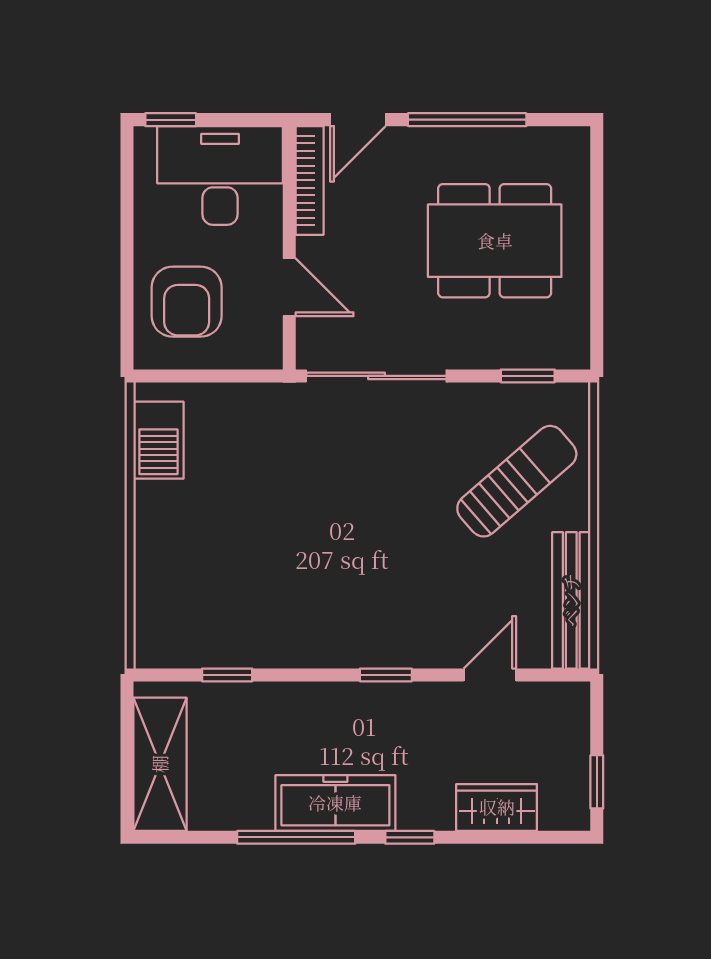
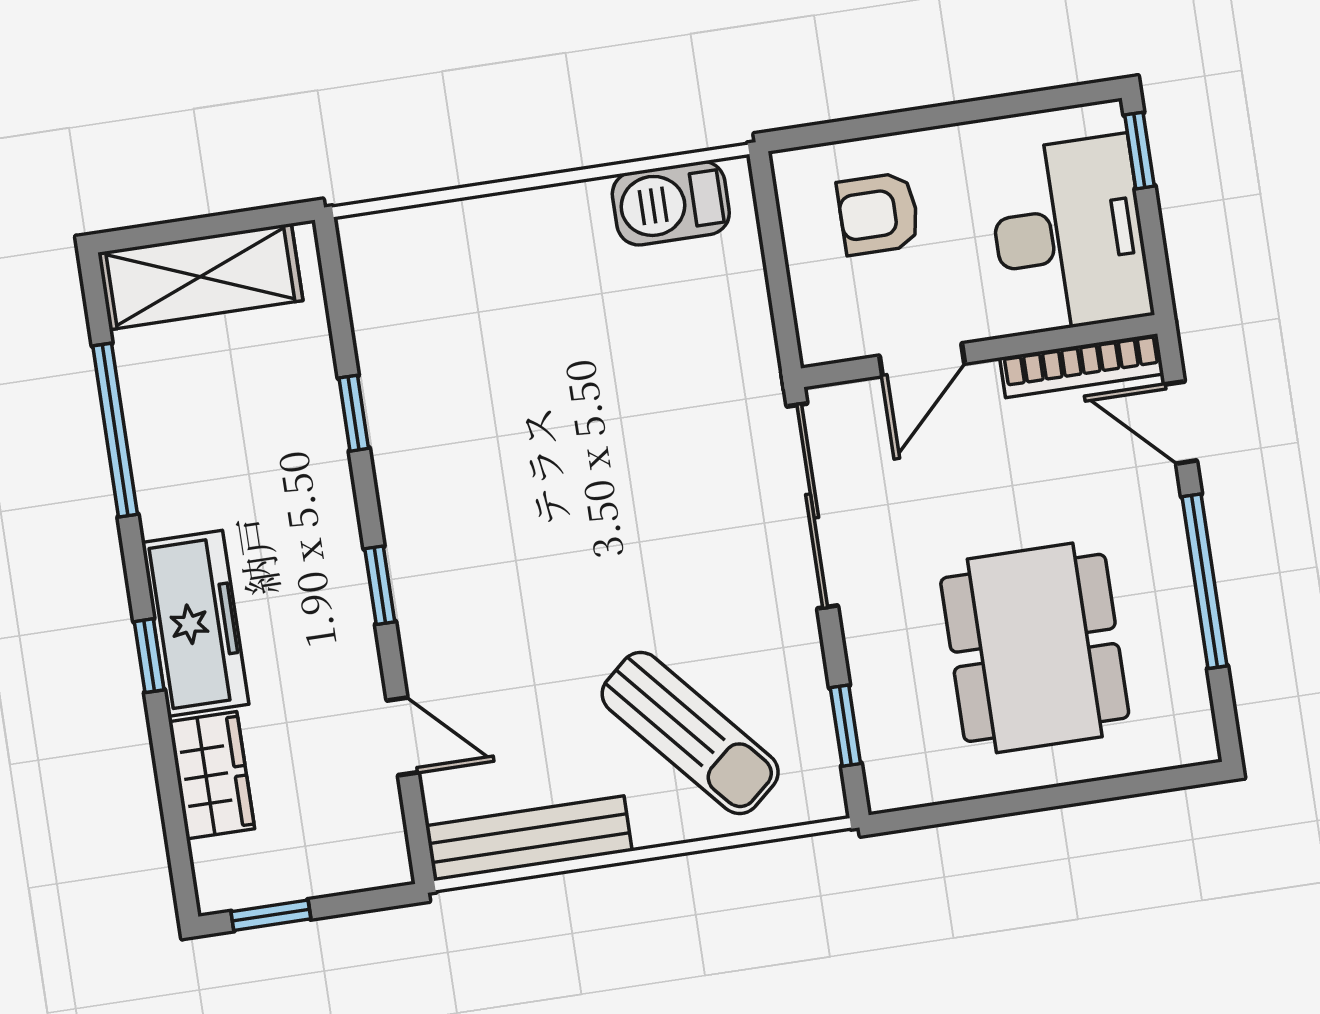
armchair: (187, 302) -> (878, 214), width x0.72, depth x0.72
window: (227, 675) -> (354, 413), moved
freezer: (335, 803) -> (195, 623), moved
window: (296, 837) -> (115, 430), moved

